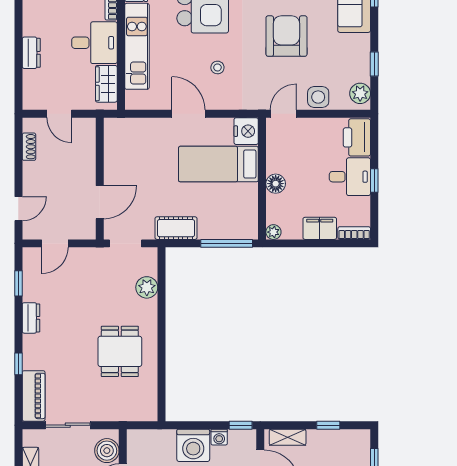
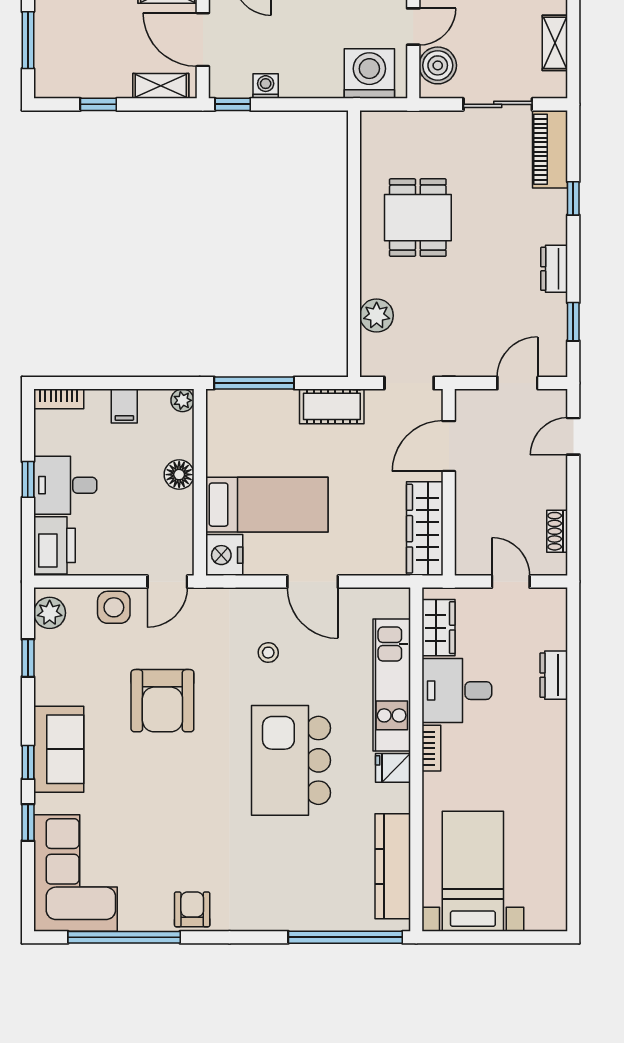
wardrobe: (115, 148) -> (425, 529), added
filing cabinet: (320, 228) -> (124, 406), width x0.50
washing machine: (193, 445) -> (369, 74), moved

